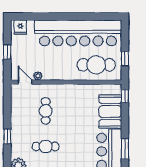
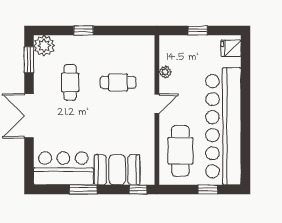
window: (125, 59) -> (208, 189), moved
door: (25, 82) -> (157, 104), moved
window: (125, 149) -> (83, 189), moved

